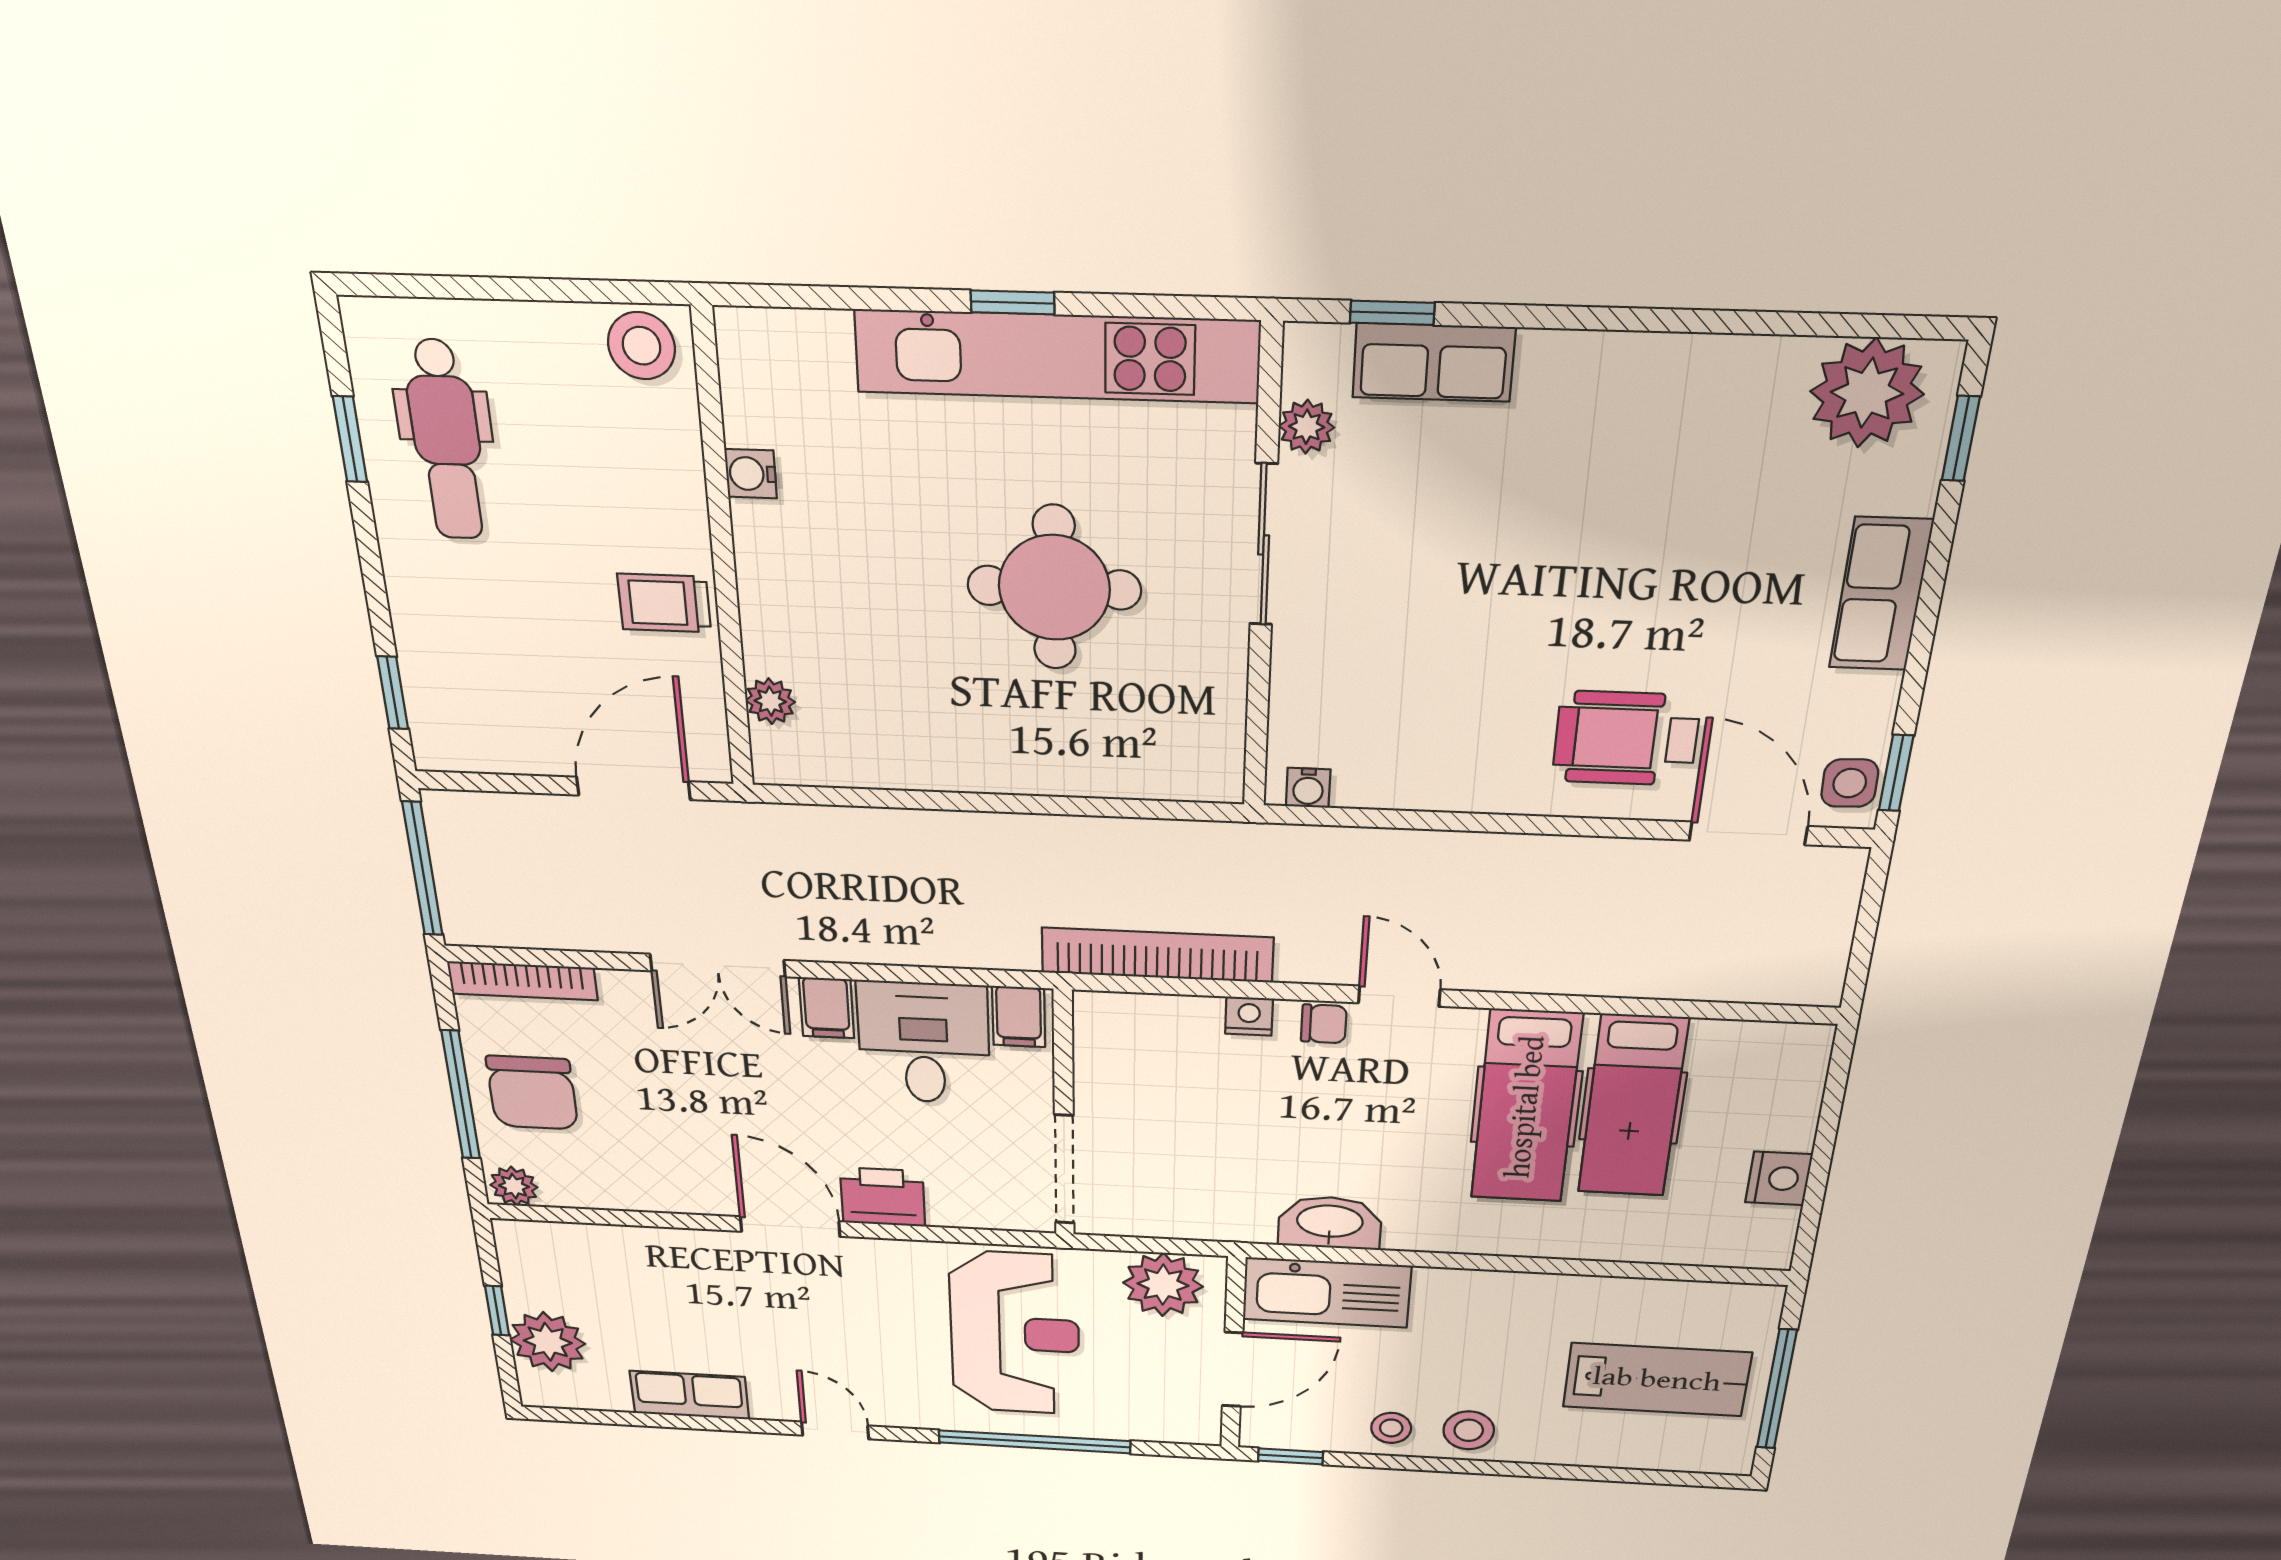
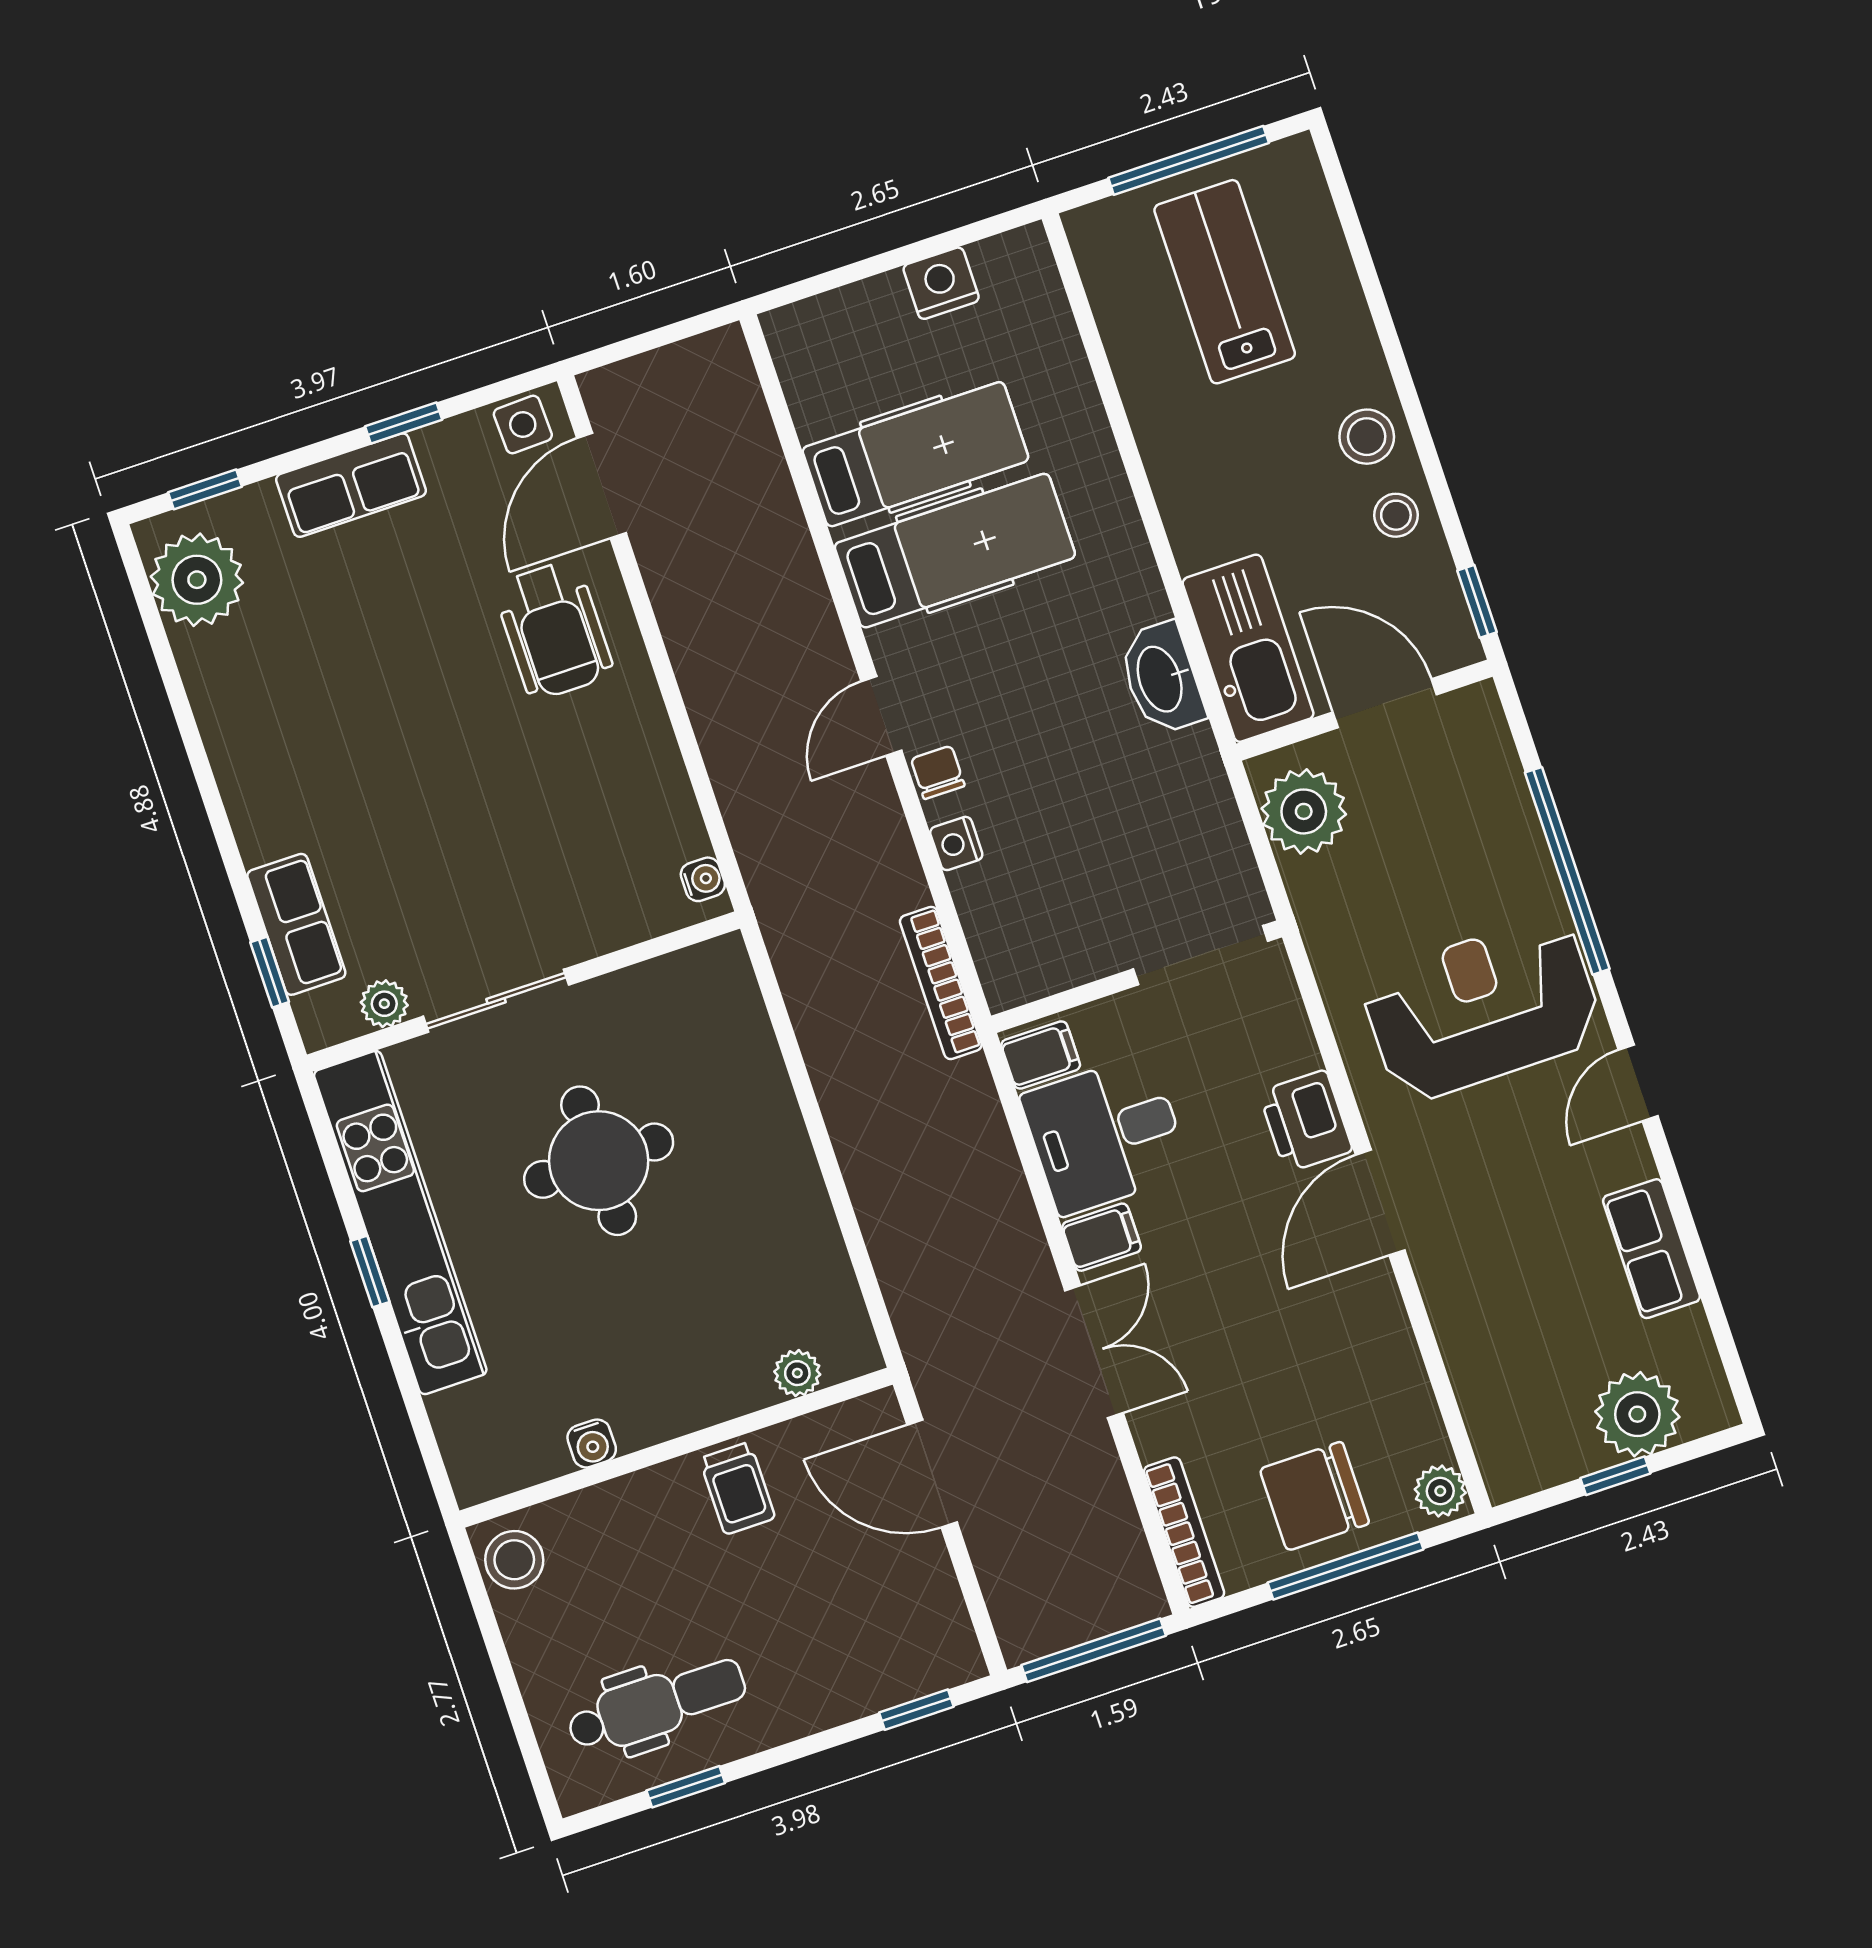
window: (1896, 773) -> (404, 423), moved
bookcase: (1157, 955) -> (941, 983), width x0.68, depth x0.76
chair: (532, 1093) -> (1314, 1496), turned 180
reception desk: (1015, 1333) -> (1482, 1009), moved

